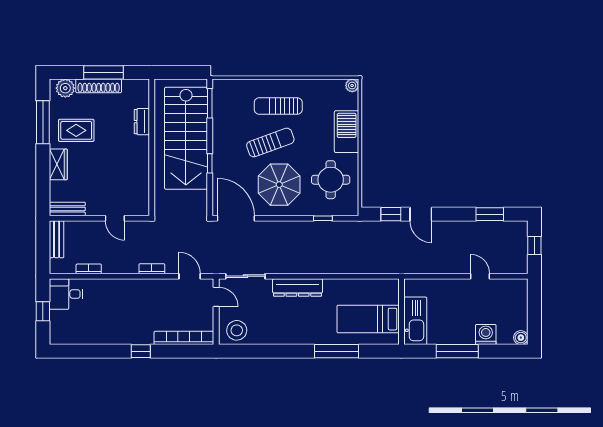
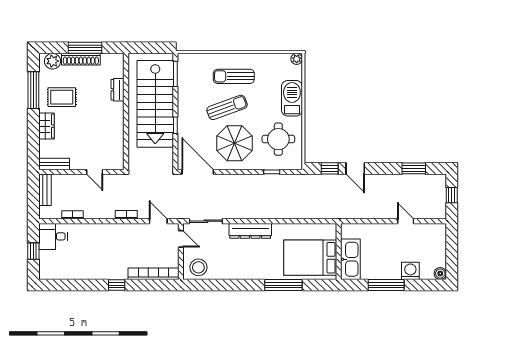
bed: (368, 319) -> (310, 258), width x1.50

